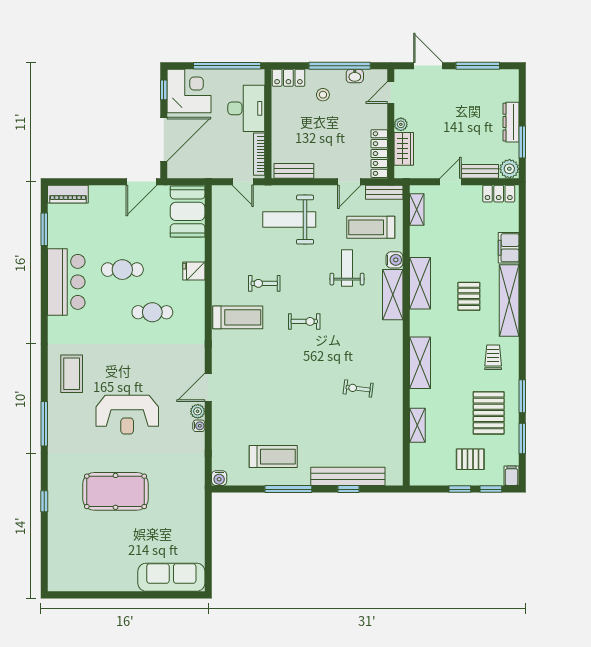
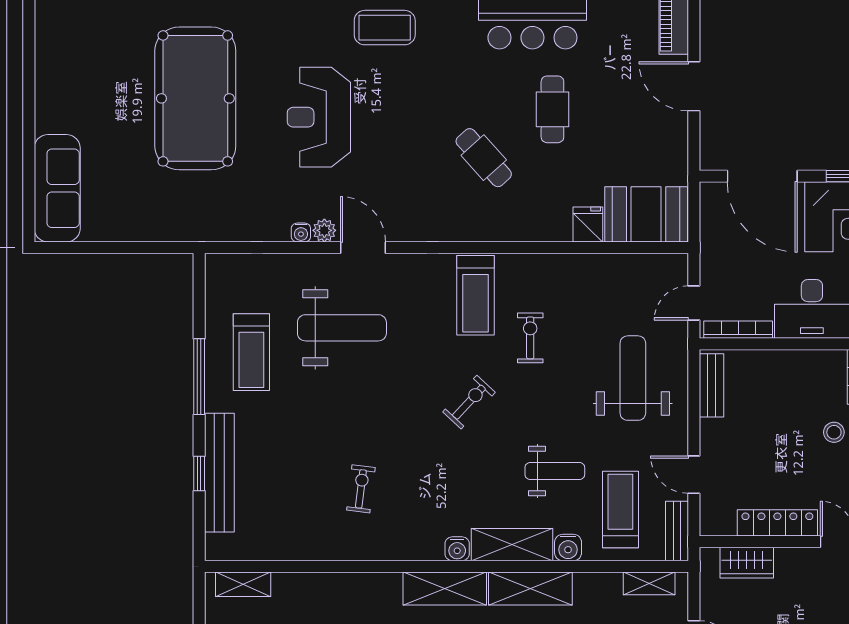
plant: (401, 124) -> (786, 558), removed
locker: (379, 154) -> (777, 523), moved
door: (142, 182) -> (694, 86), moved
fridge: (194, 271) -> (588, 224), moved
cafe table: (152, 312) -> (484, 158), turned -42
exercise bike: (304, 321) -> (469, 402), turned -137
shelving: (420, 363) -> (445, 589), moved
weight bench: (258, 400) -> (342, 328), added
shelving: (417, 425) -> (243, 584), moved
water cooler: (219, 478) -> (457, 549), moved, turned -90
pool table: (116, 491) -> (195, 98), width x1.36, depth x1.32

